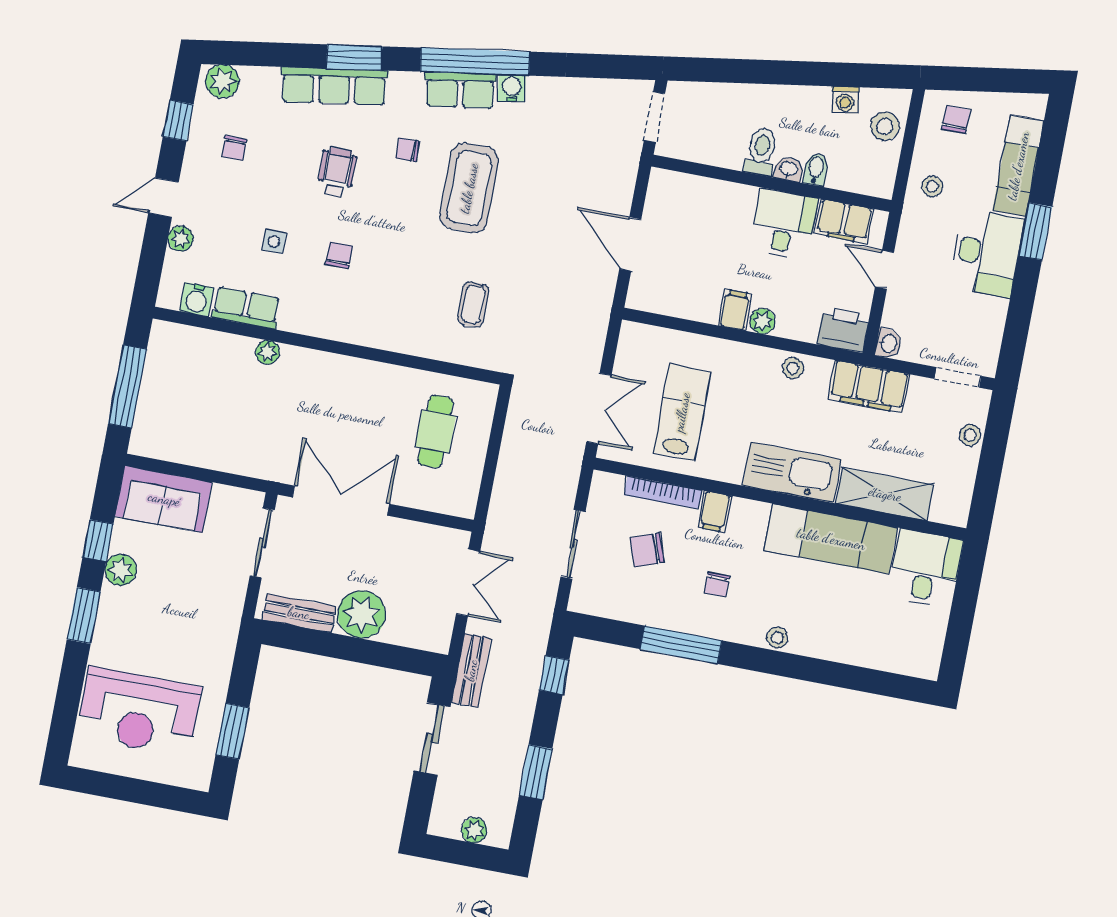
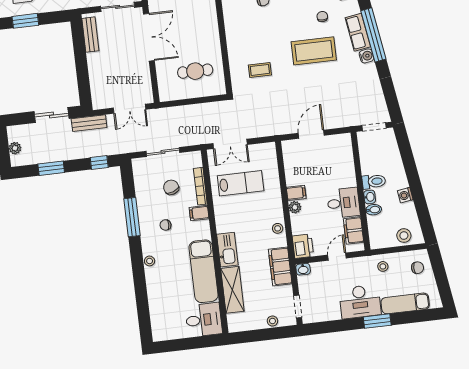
washing machine: (845, 100) -> (405, 195), moved
kitchen sink: (792, 473) -> (227, 250), width x0.73, depth x0.81
plant: (362, 614) -> (99, 64), removed

